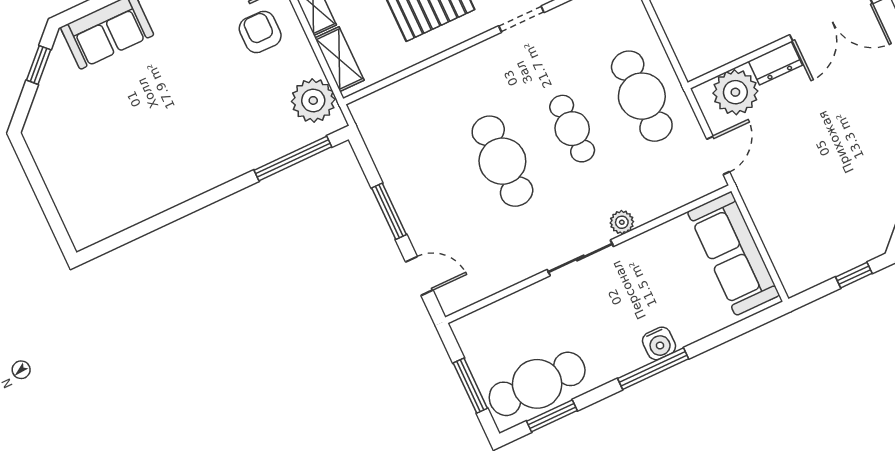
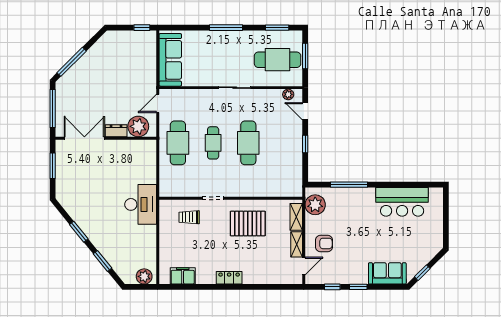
armchair: (260, 32) -> (324, 243), turned -90
window: (293, 158) -> (349, 185), moved
bar counter: (144, 186) -> (402, 202), added
window: (389, 211) -> (305, 144), width x0.67
plant: (622, 222) -> (288, 94), moved
window: (854, 275) -> (142, 28), moved
water cooler: (659, 343) -> (219, 37), removed
cafe table: (537, 384) -> (278, 60), moved

